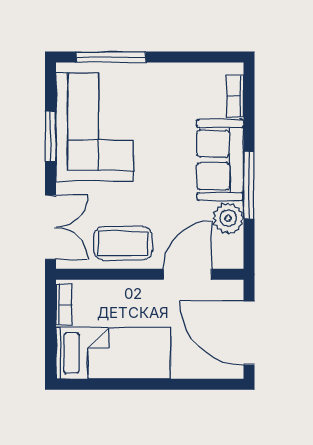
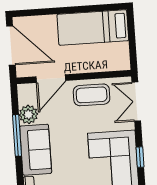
window: (51, 136) -> (140, 157), width x0.67
bookcase: (64, 305) -> (125, 55), removed

